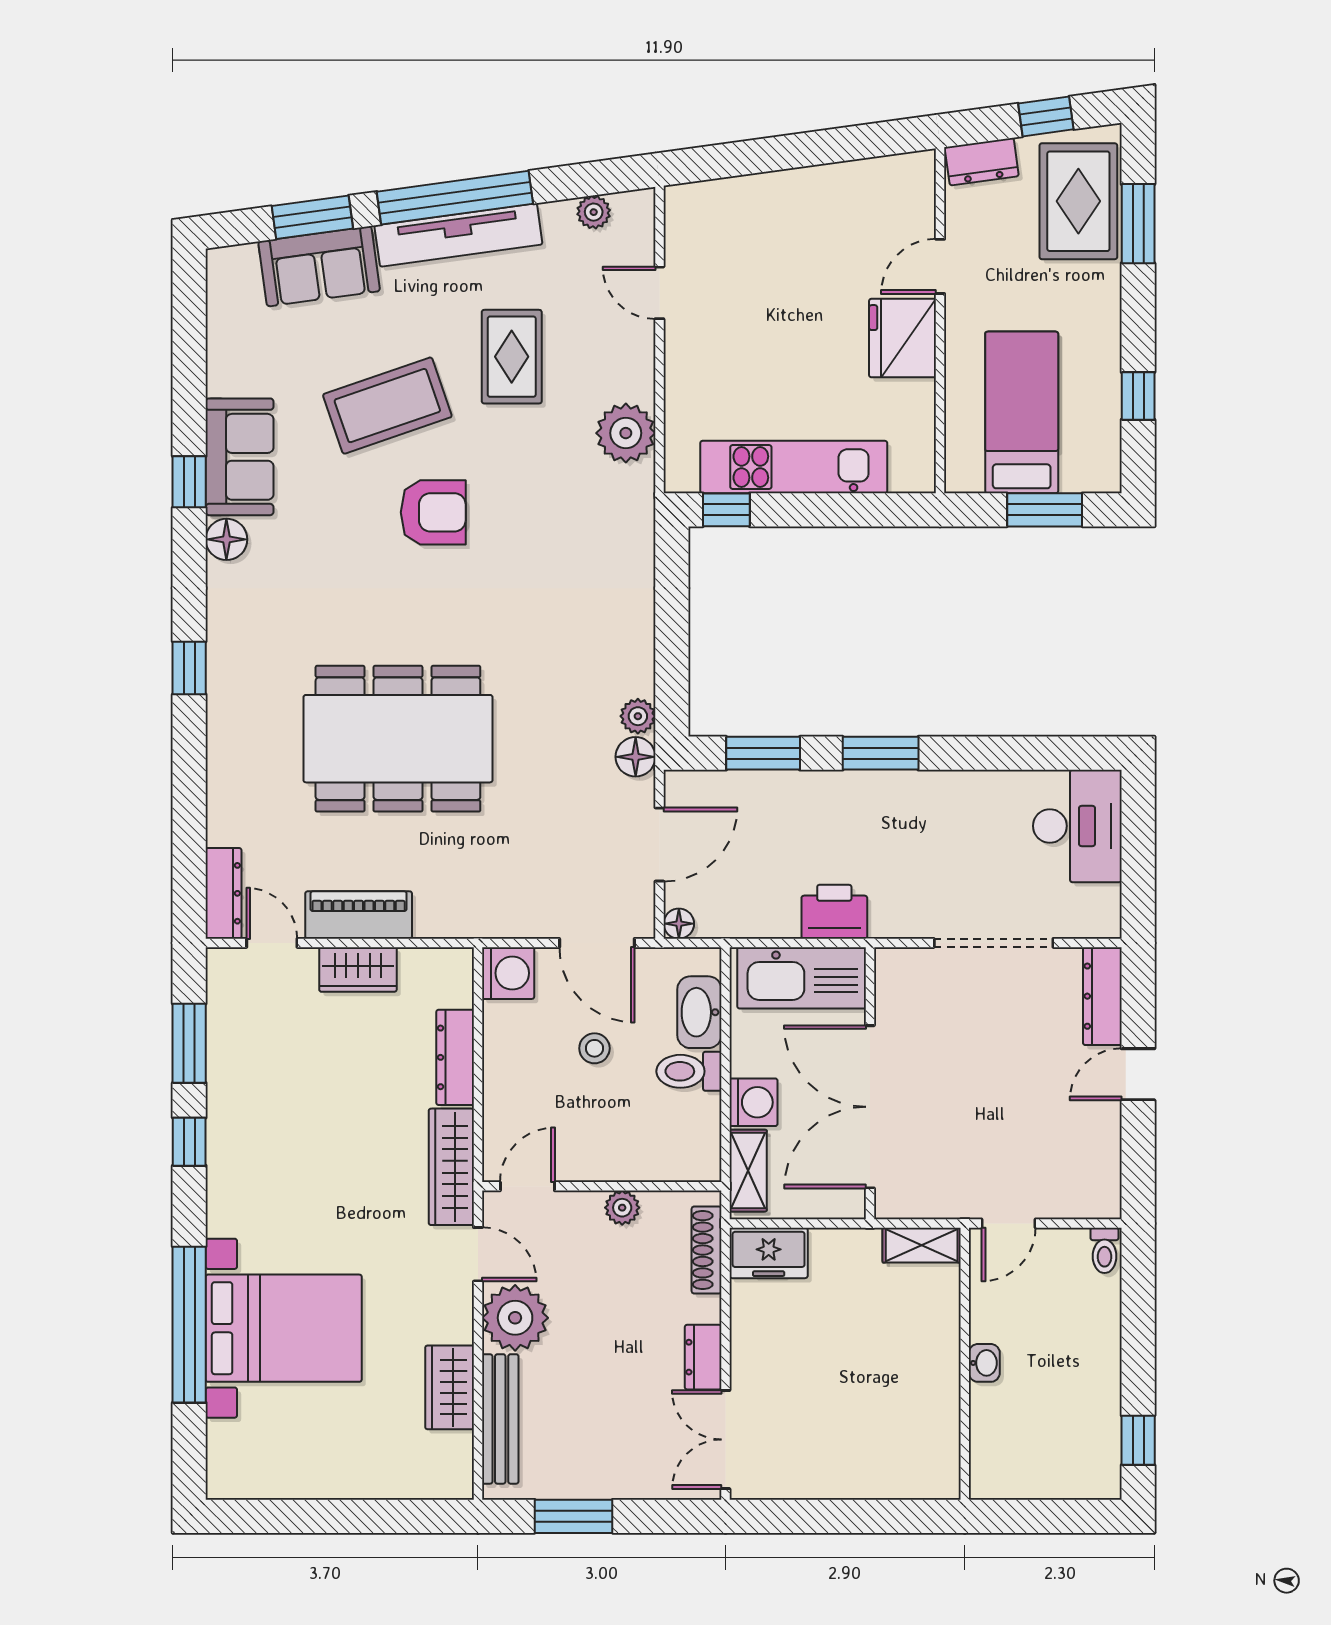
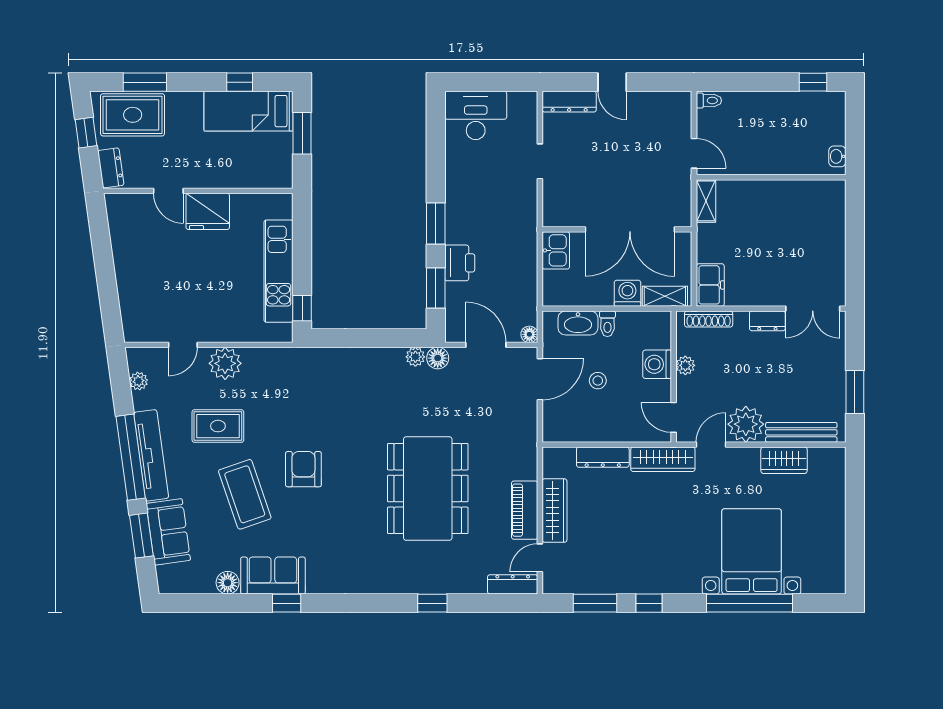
bed: (1022, 412) -> (249, 111), moved
plant: (626, 433) -> (225, 363), moved
floor lamp: (226, 539) -> (228, 583), moved
window: (189, 668) -> (432, 603), moved
printer: (834, 912) -> (460, 263), moved, turned 180
doorway: (994, 943) -> (540, 161), width x0.53
wardrobe: (358, 969) -> (555, 510), width x1.50
washing machine: (508, 973) -> (657, 364), moved, turned -90
kitchen sink: (802, 978) -> (556, 250), width x0.53, depth x0.81
toilet: (689, 1071) -> (607, 324), width x0.73, depth x0.72
washbasin: (984, 1363) -> (837, 156), moved, turned -90

